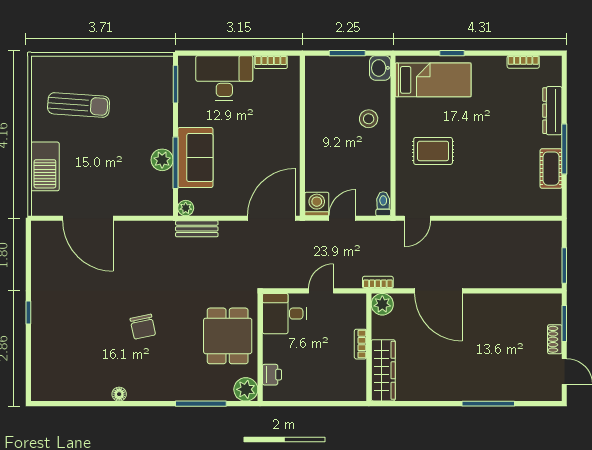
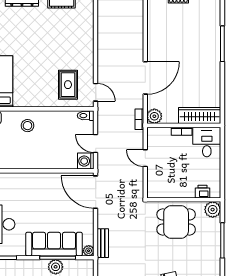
rug: (433, 151) -> (68, 85), moved
sofa: (195, 158) -> (54, 244), width x1.36
desk: (284, 314) -> (207, 142), moved, turned 180

